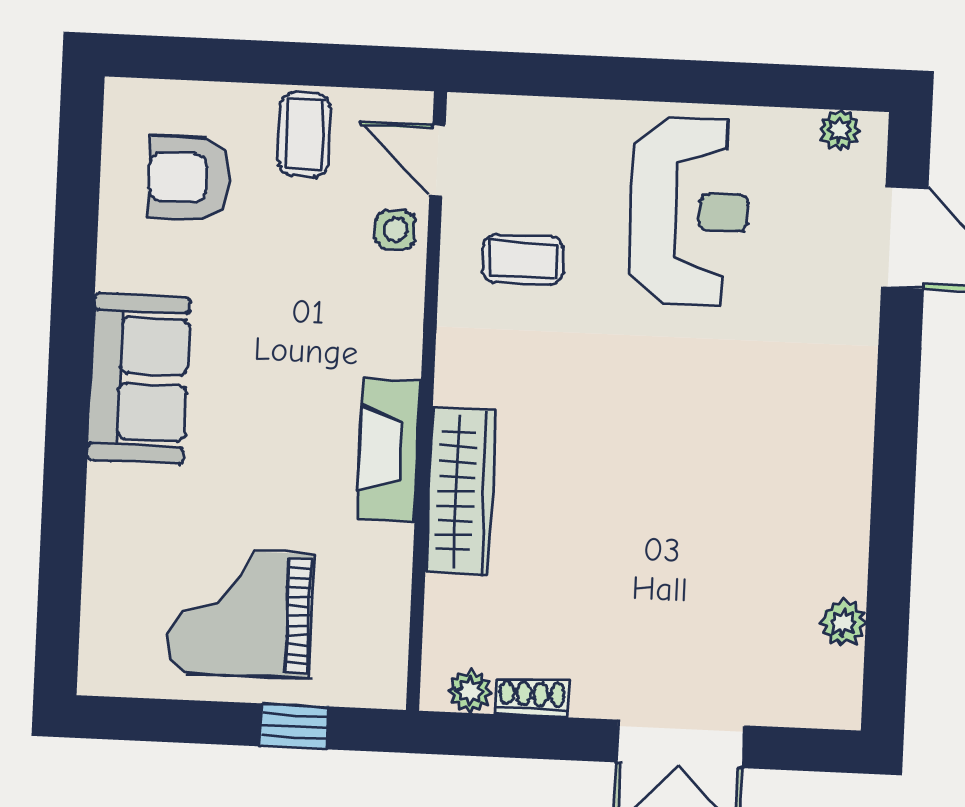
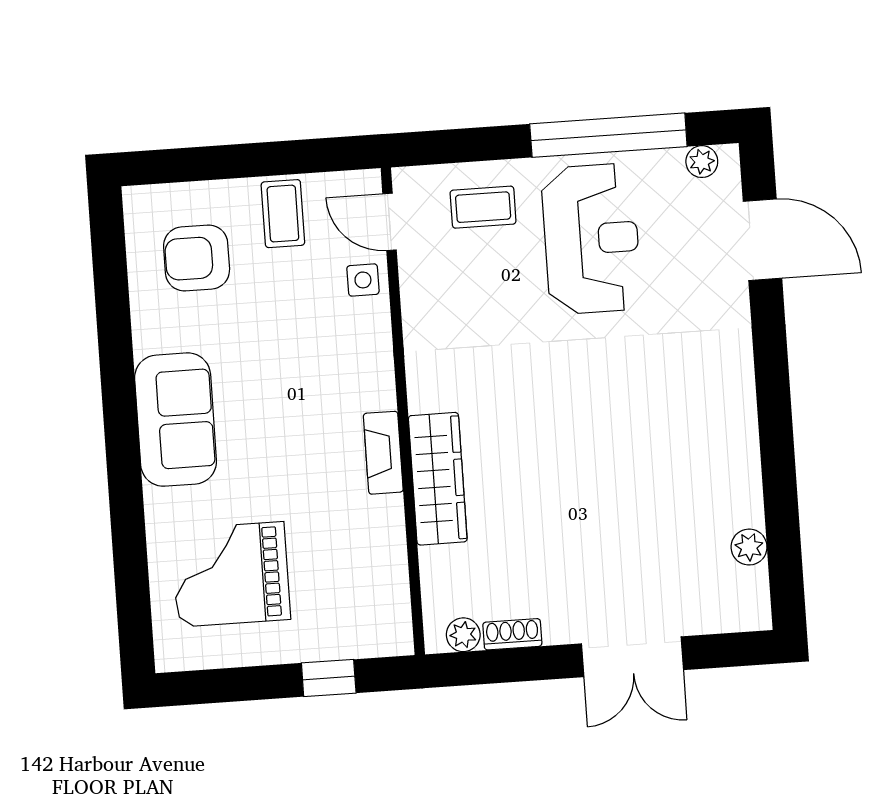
window: (726, 83) -> (608, 135), added
coffee table: (523, 260) -> (483, 207), moved
fireplace: (389, 450) -> (383, 453), width x0.73, depth x0.76
grand piano: (241, 613) -> (231, 574), moved

